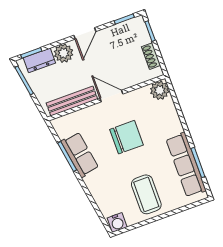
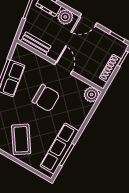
shoe rack: (151, 56) -> (110, 68), width x1.43
bench: (72, 101) -> (36, 44), width x0.73
coffee table: (146, 194) -> (21, 139), turned -34

